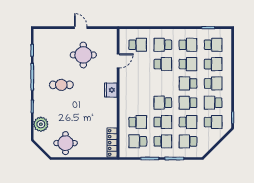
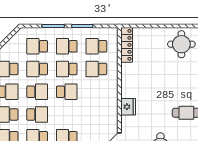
school desk: (138, 141) -> (96, 46), turned 180
school desk: (188, 141) -> (37, 46), turned 180

